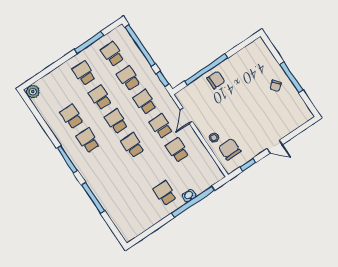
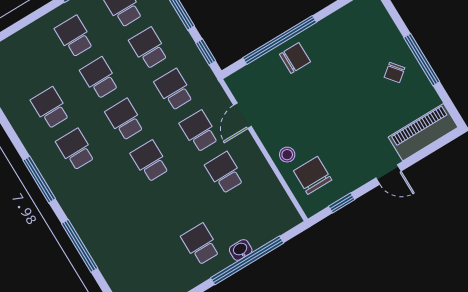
piano: (294, 120) -> (423, 132), added

